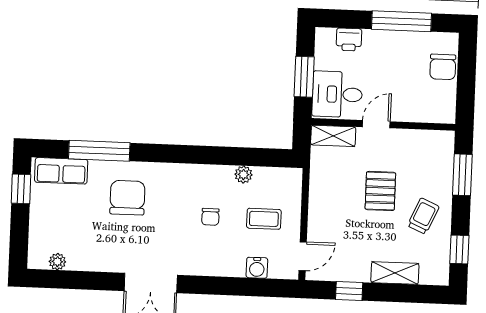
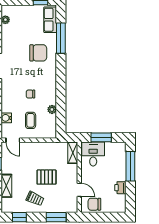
window: (402, 21) -> (130, 166), moved
printer: (349, 40) -> (120, 188), moved
chair: (443, 67) -> (94, 204), moved
door: (376, 124) -> (79, 190), moved

